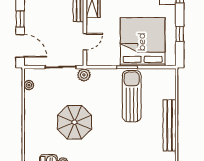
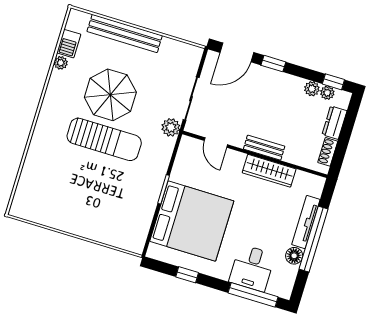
plant: (29, 85) -> (180, 48), removed
sun lounger: (132, 96) -> (104, 139), moved
bench: (170, 125) -> (125, 33), moved

